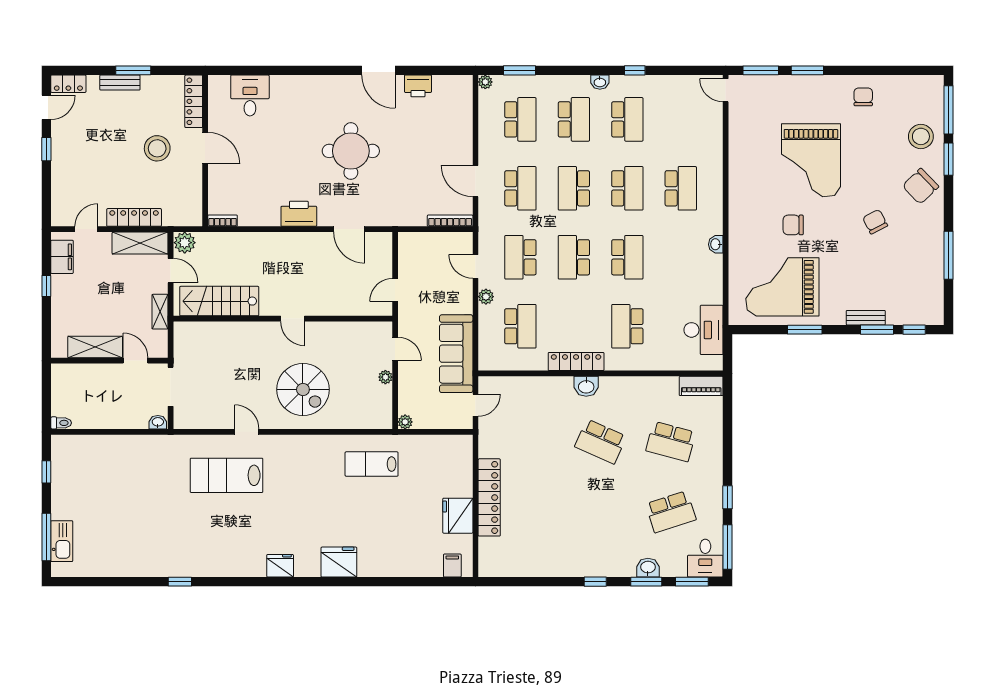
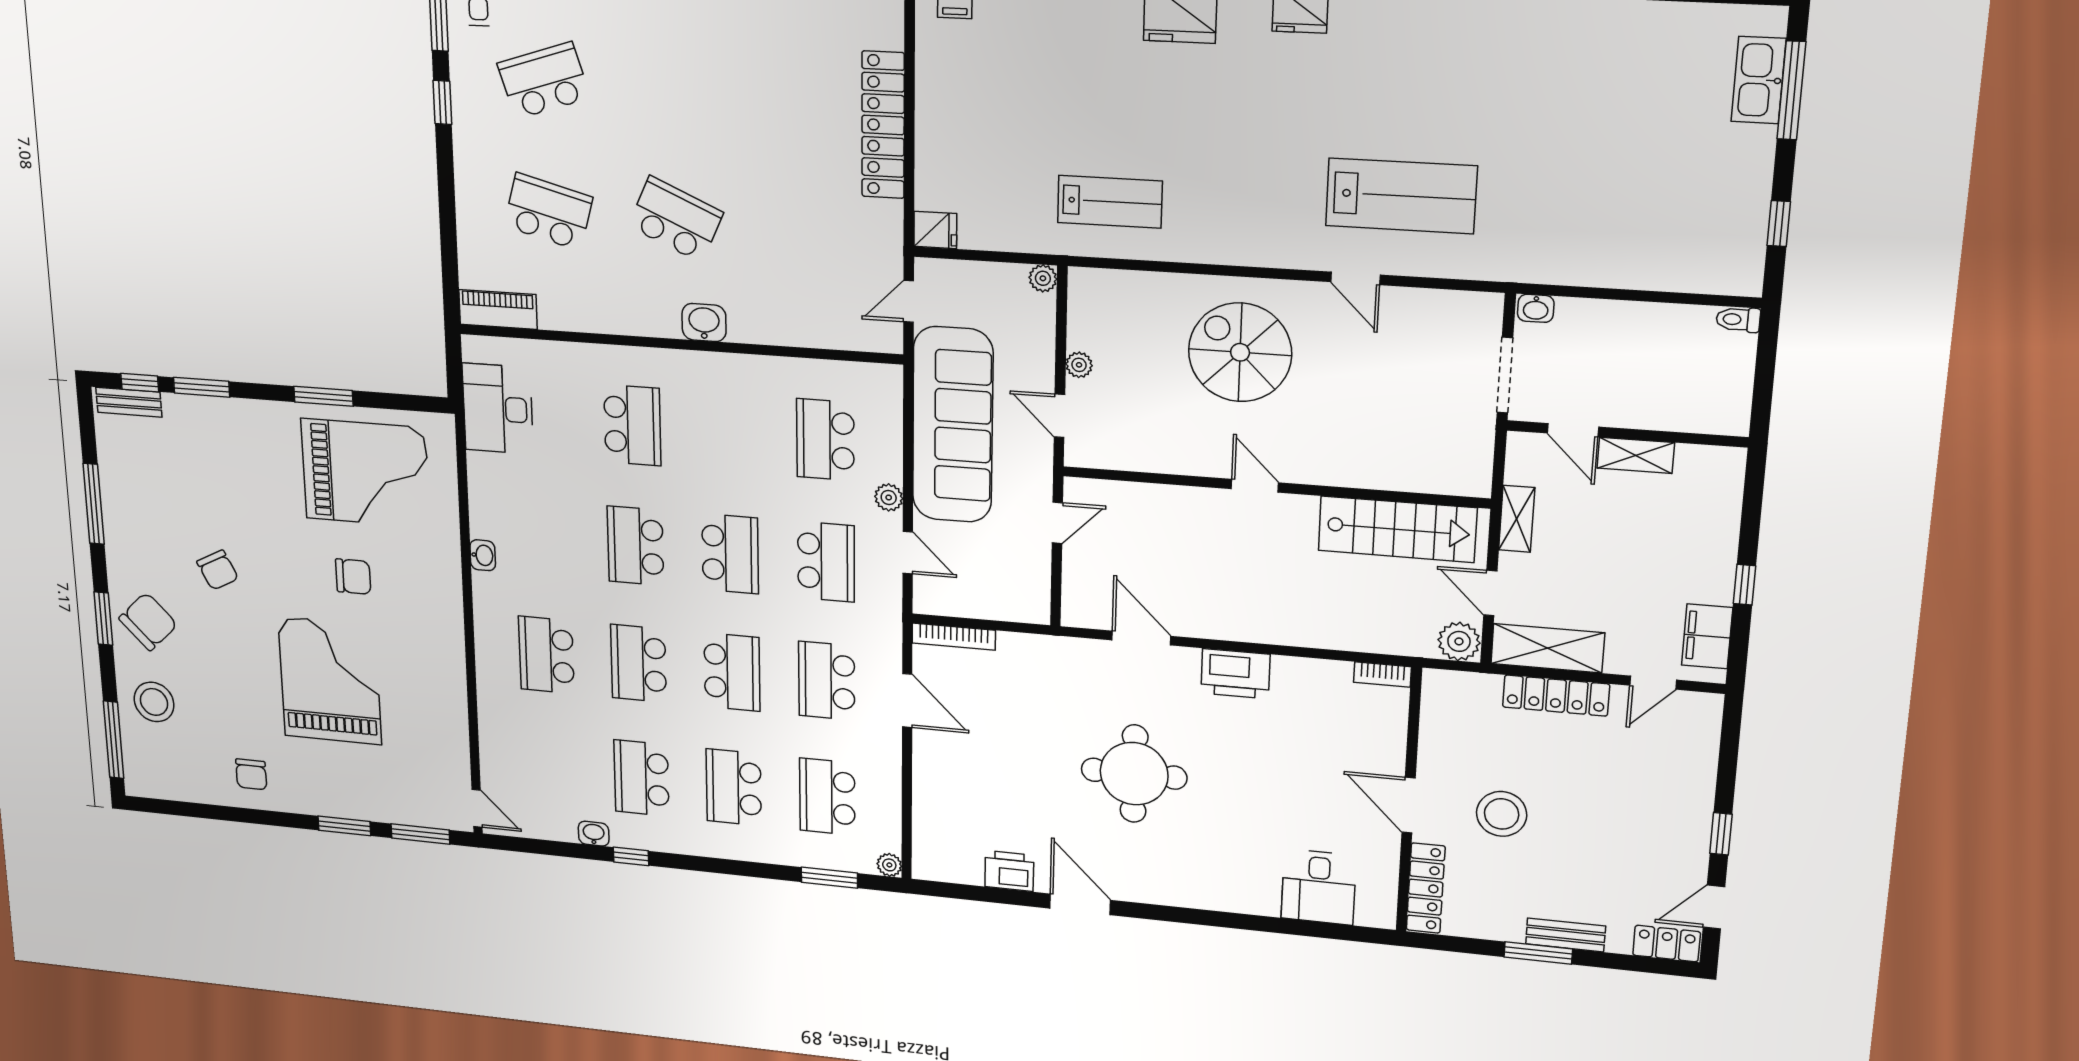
washbasin: (600, 82) -> (594, 834), moved
window: (948, 159) -> (103, 619), moved
bench: (866, 318) -> (129, 402), moved
shelving: (95, 347) -> (1636, 455), width x0.67, depth x0.75
sofa: (456, 354) -> (953, 425), width x1.36, depth x1.27
locker: (576, 362) -> (723, 369), removed
fridge: (458, 516) -> (935, 230), moved, width x0.53, depth x0.75

